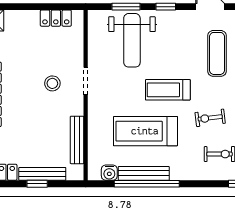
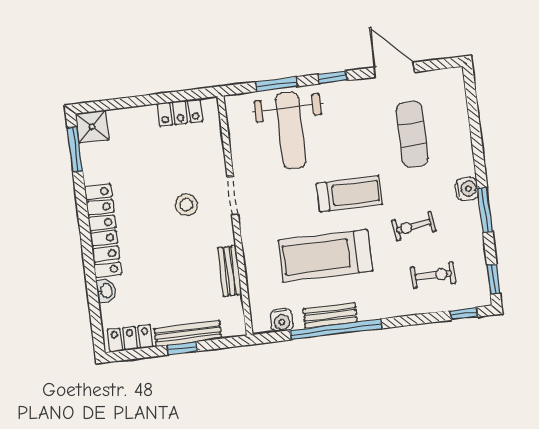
treadmill: (168, 90) -> (349, 194), turned 180
bench: (77, 140) -> (230, 271), width x0.73
bench: (144, 173) -> (330, 315), width x0.73

